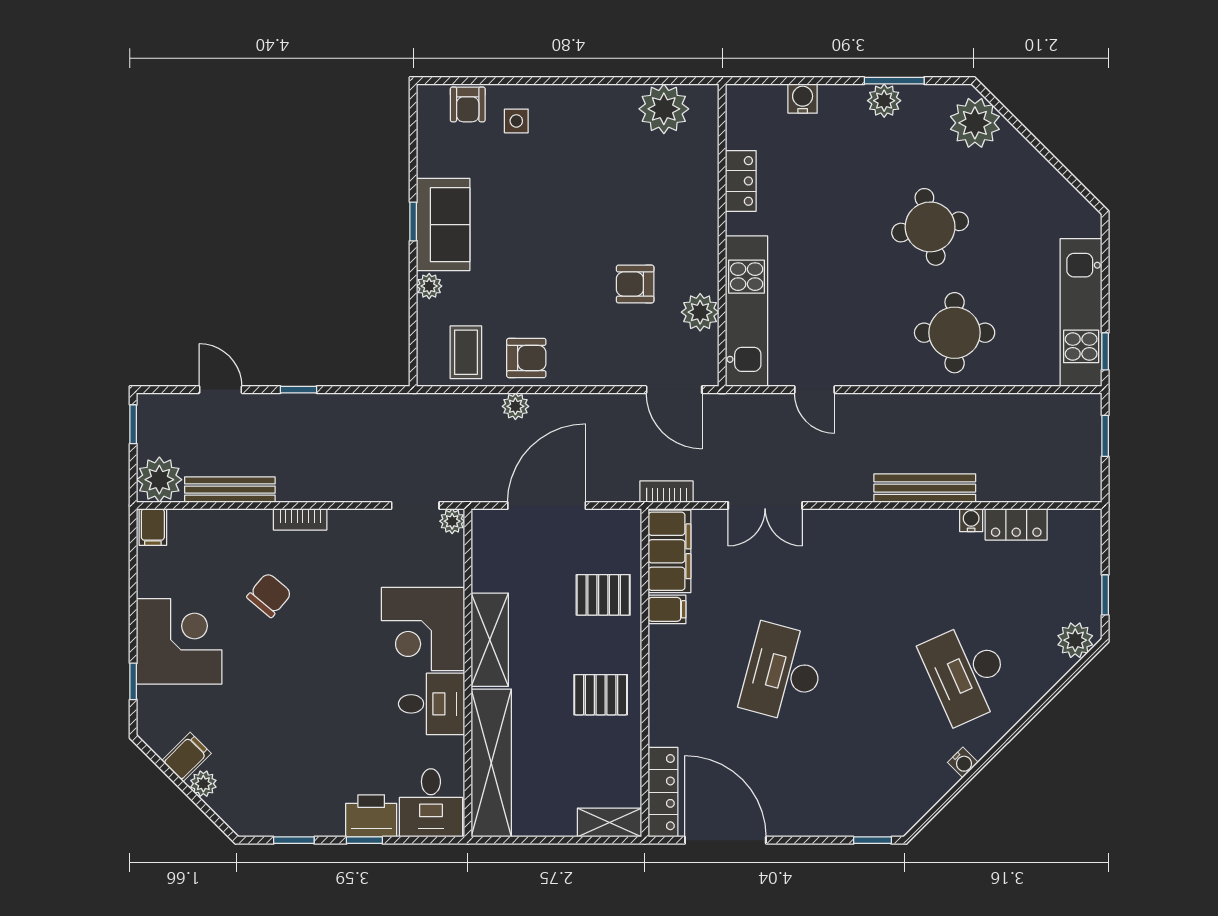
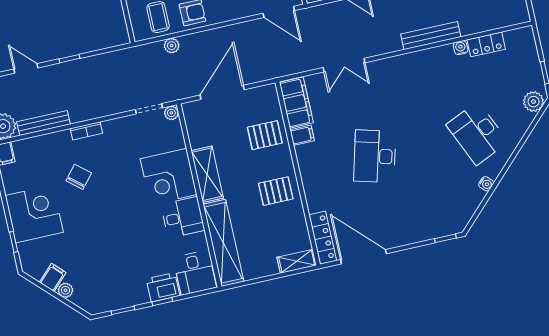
plant: (515, 406) -> (172, 46), moved
bookcase: (666, 492) -> (287, 70), removed

